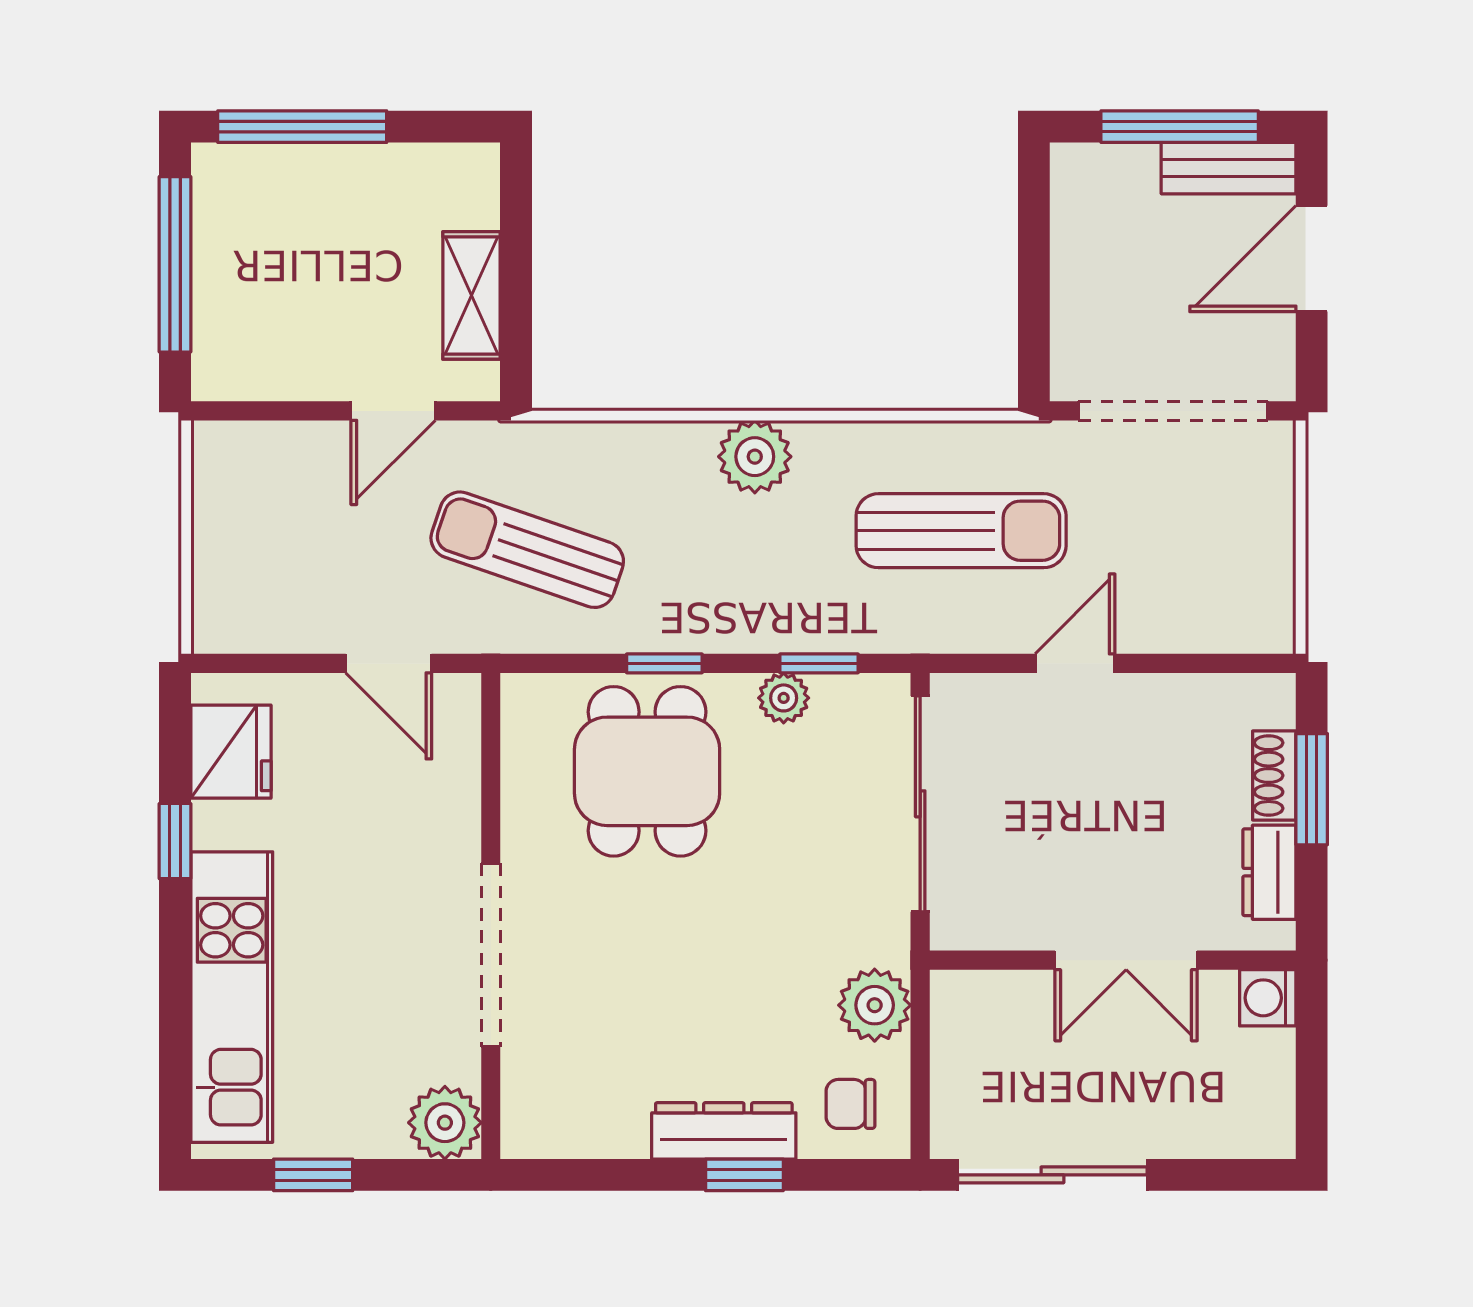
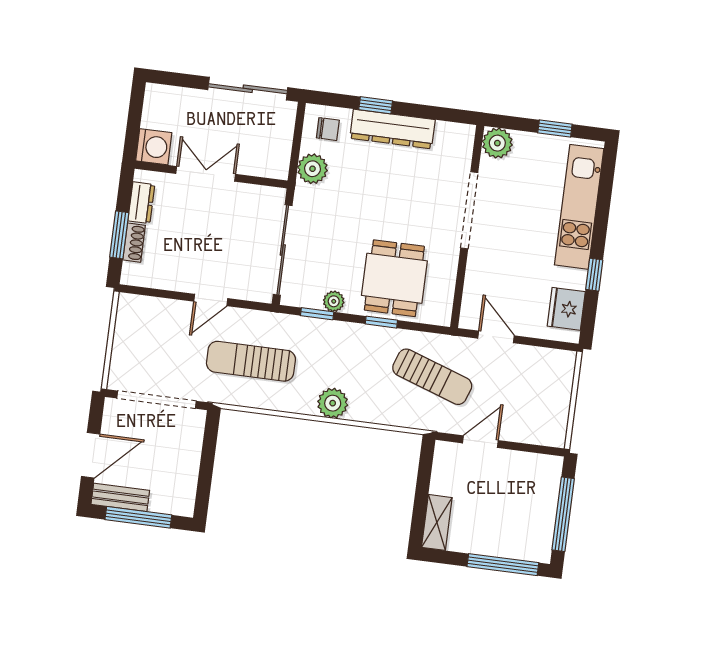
shelving: (472, 295) -> (437, 522), moved
washing machine: (1268, 998) -> (154, 147), width x1.38, depth x1.38
dresser: (724, 1131) -> (392, 129), width x1.37, depth x1.24

